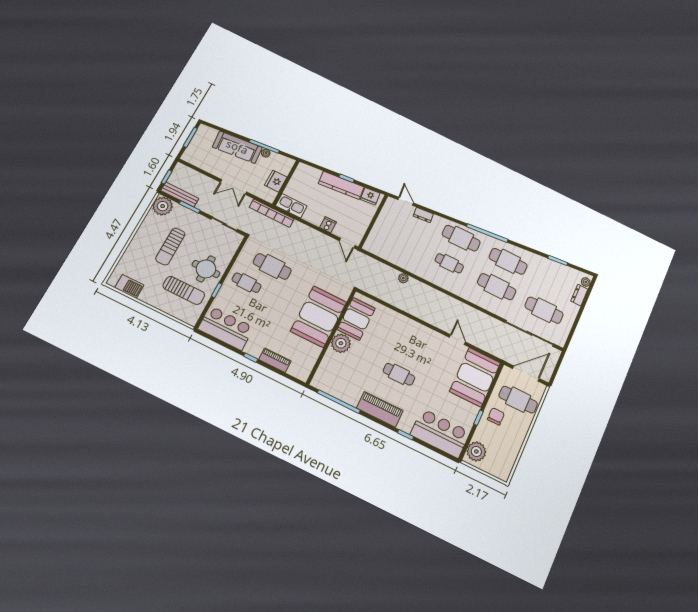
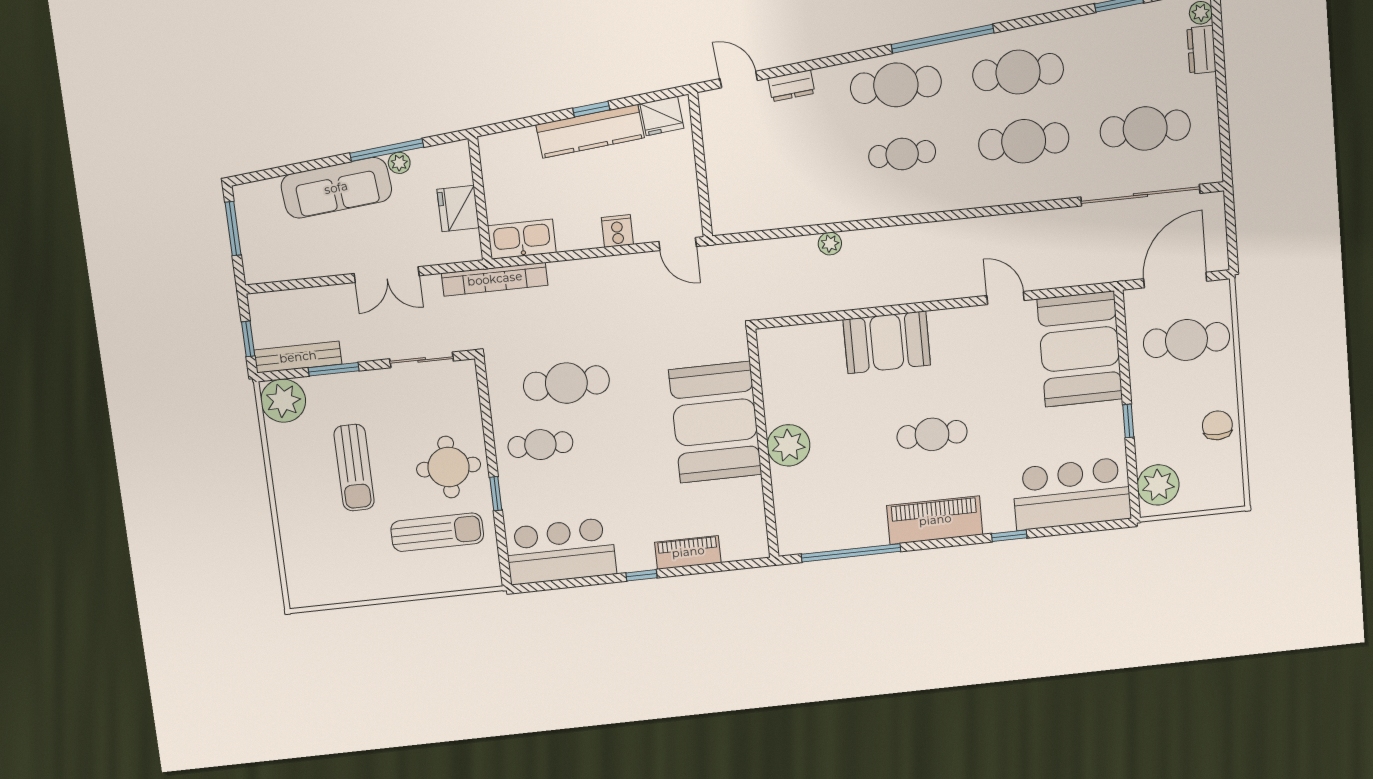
barbecue: (129, 286) -> (336, 588), removed
booth: (356, 319) -> (887, 342), moved, turned 90
chair: (496, 416) -> (1217, 425), moved

